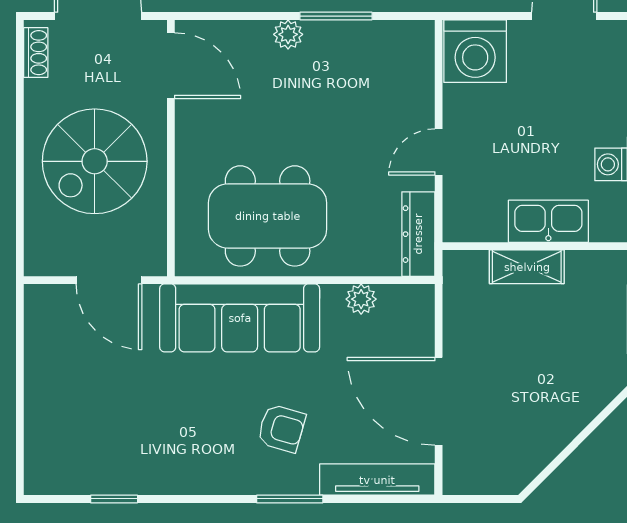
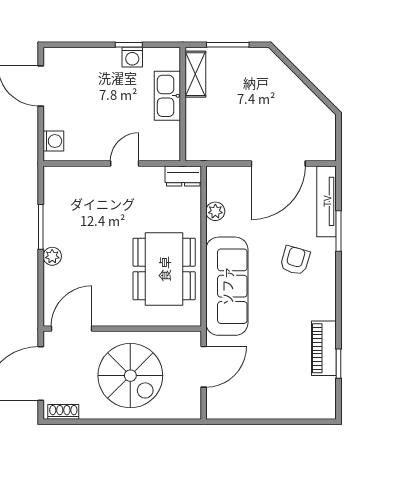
washing machine: (475, 51) -> (53, 141), width x0.53, depth x0.53
door: (439, 152) -> (125, 163), swing flipped
dresser: (418, 234) -> (183, 176), width x0.70
shelving: (527, 267) -> (195, 74), moved
piano: (139, 475) -> (324, 348), added
window: (290, 499) -> (339, 231), moved

